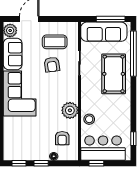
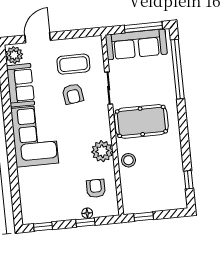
pool table: (114, 74) -> (141, 121), moved, turned 90
armchair: (62, 138) -> (96, 188), turned 180
bar counter: (103, 148) -> (150, 196), removed
window: (41, 163) -> (85, 222), moved

